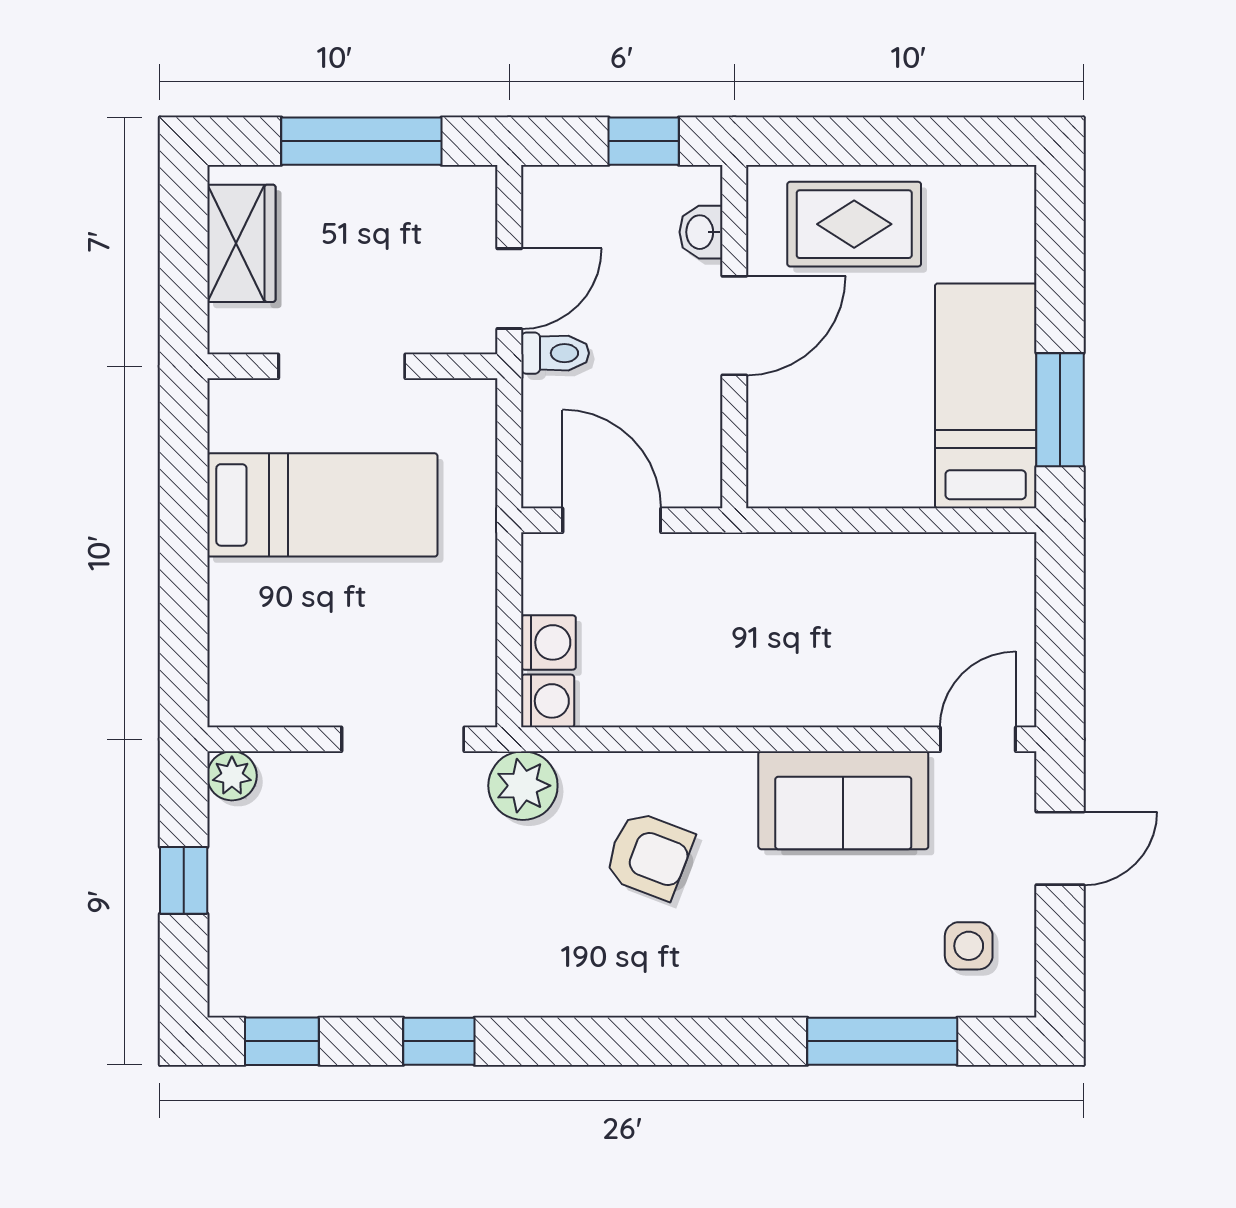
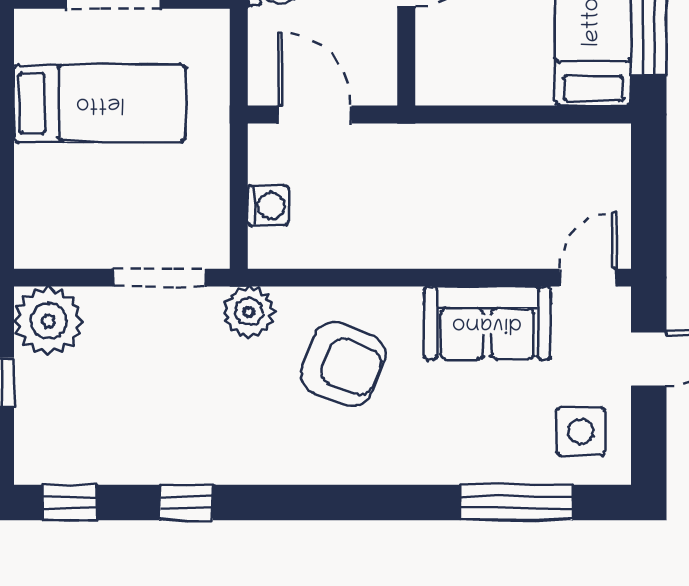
washing machine: (548, 701) -> (267, 249), removed
plant: (232, 776) -> (48, 321), width x1.87, depth x1.87
armchair: (649, 855) -> (343, 364), width x1.38, depth x1.38
side table: (969, 946) -> (581, 431), width x1.37, depth x1.37

